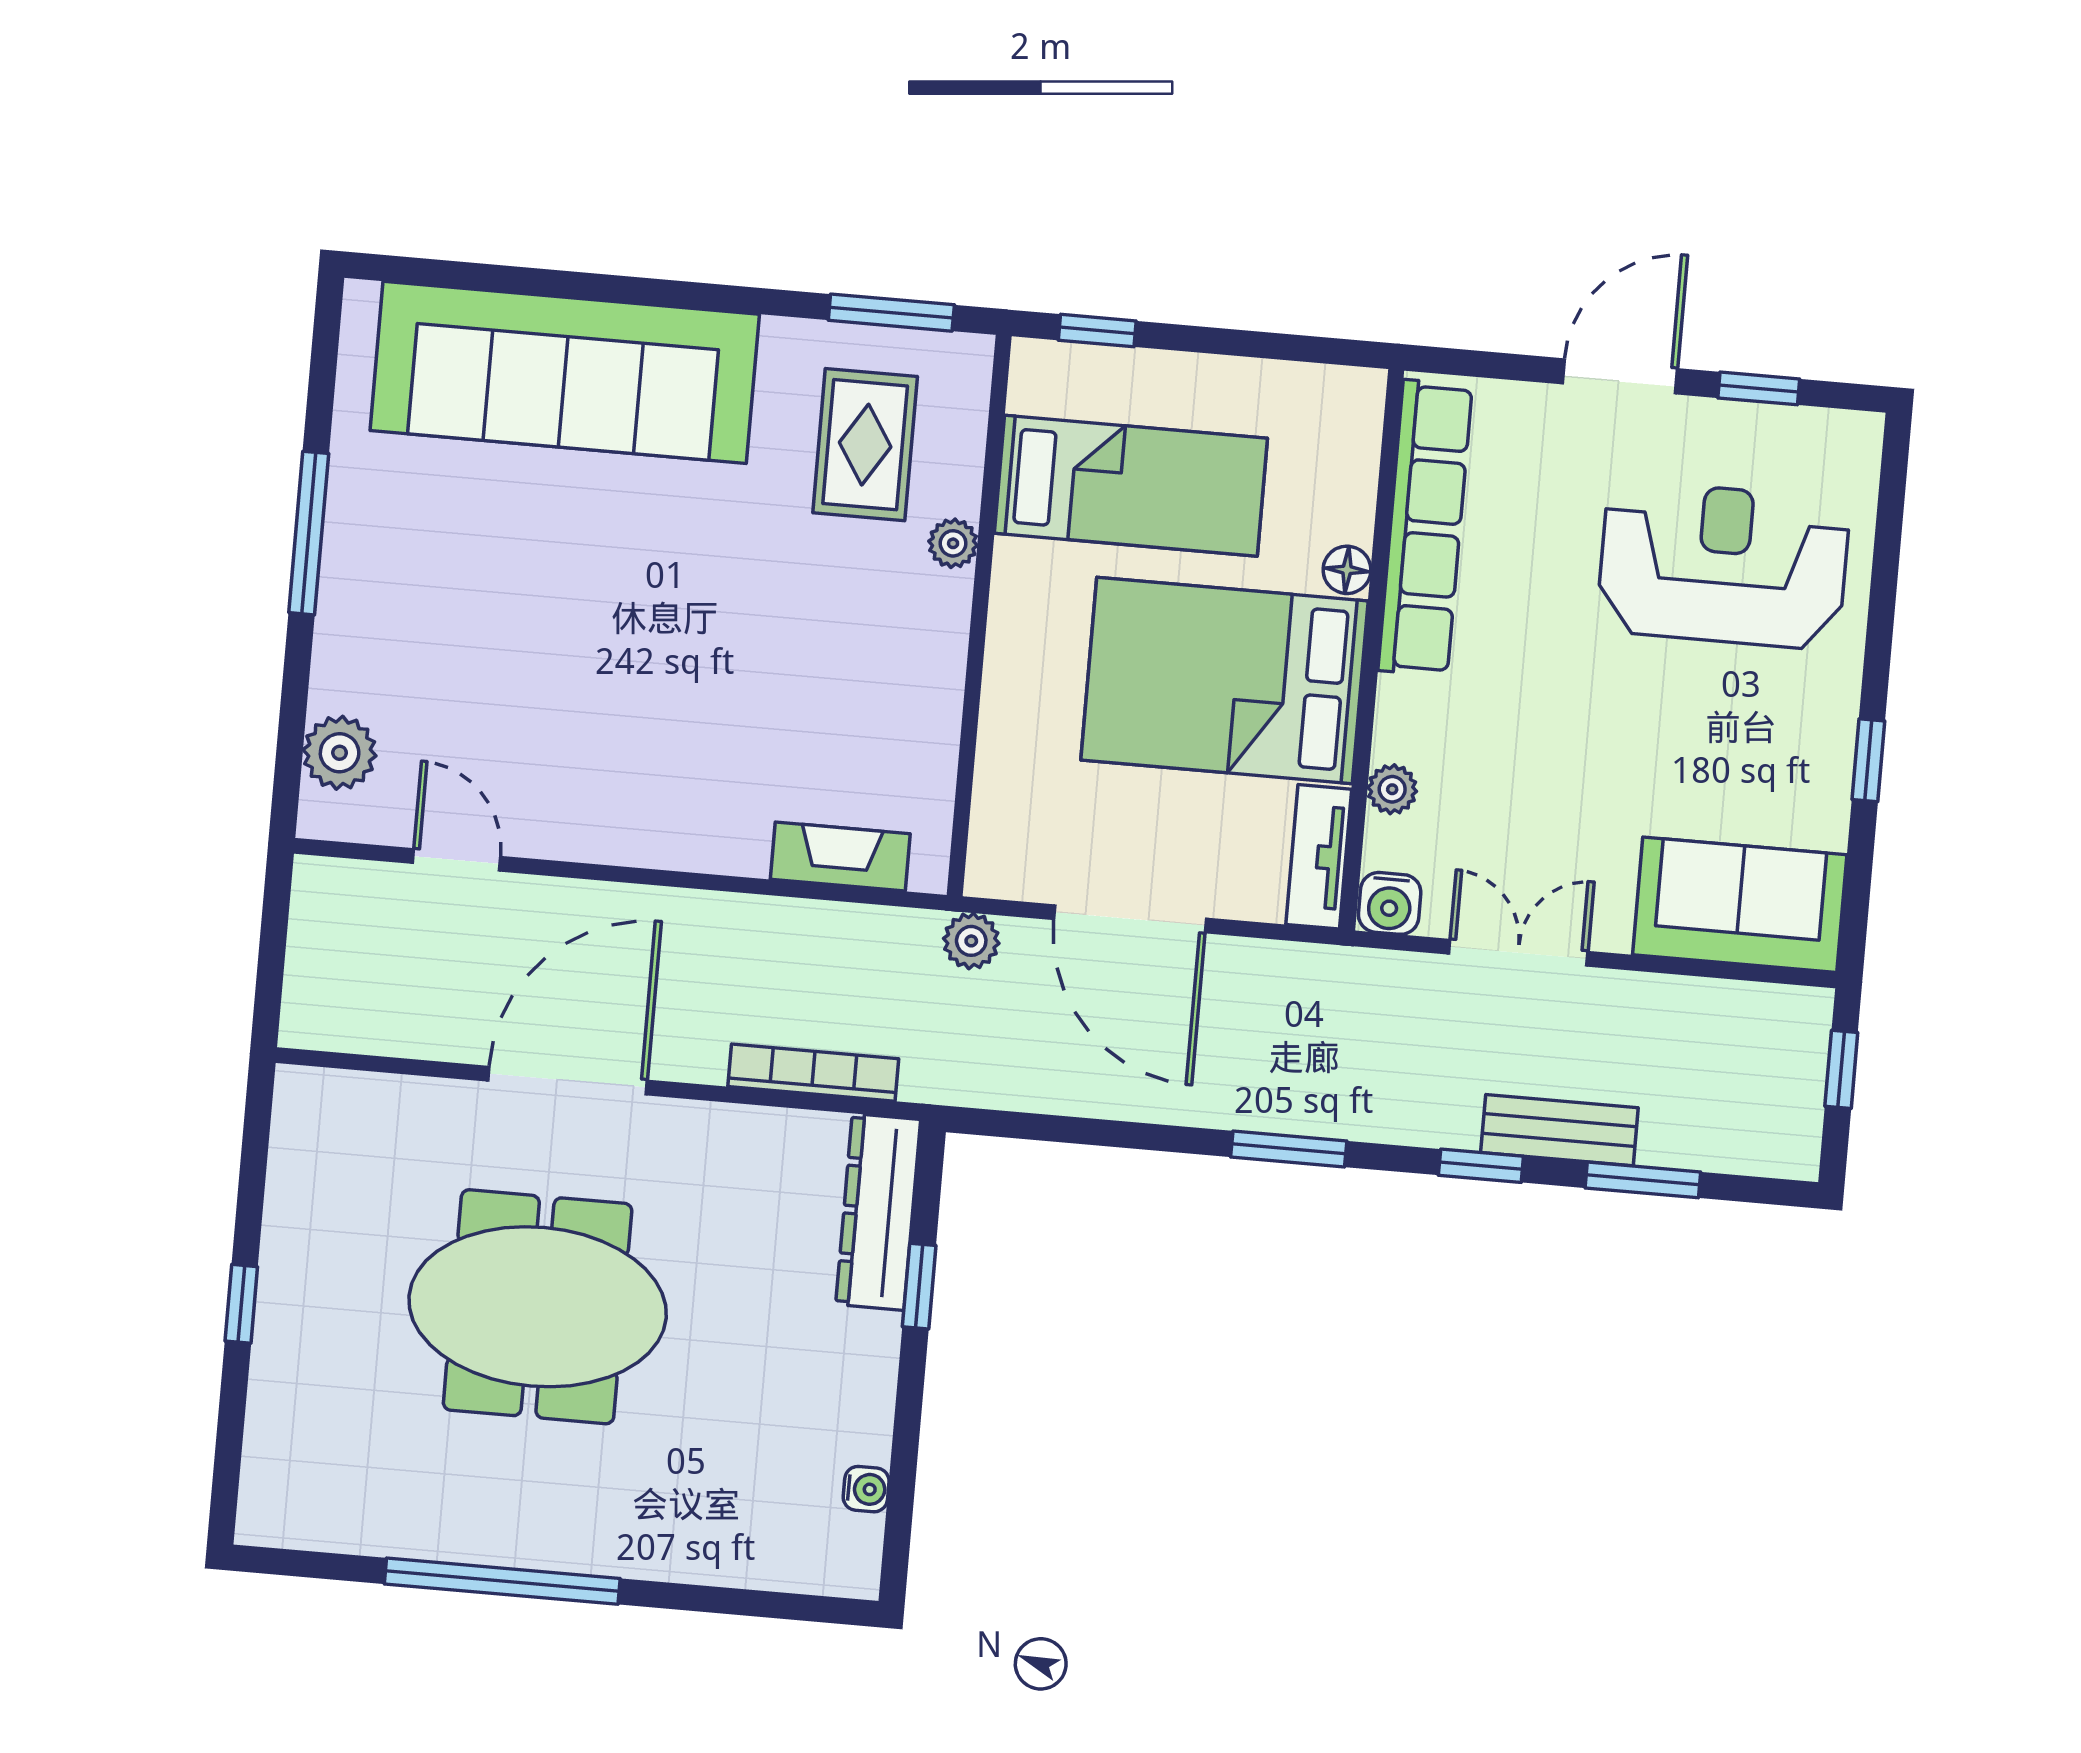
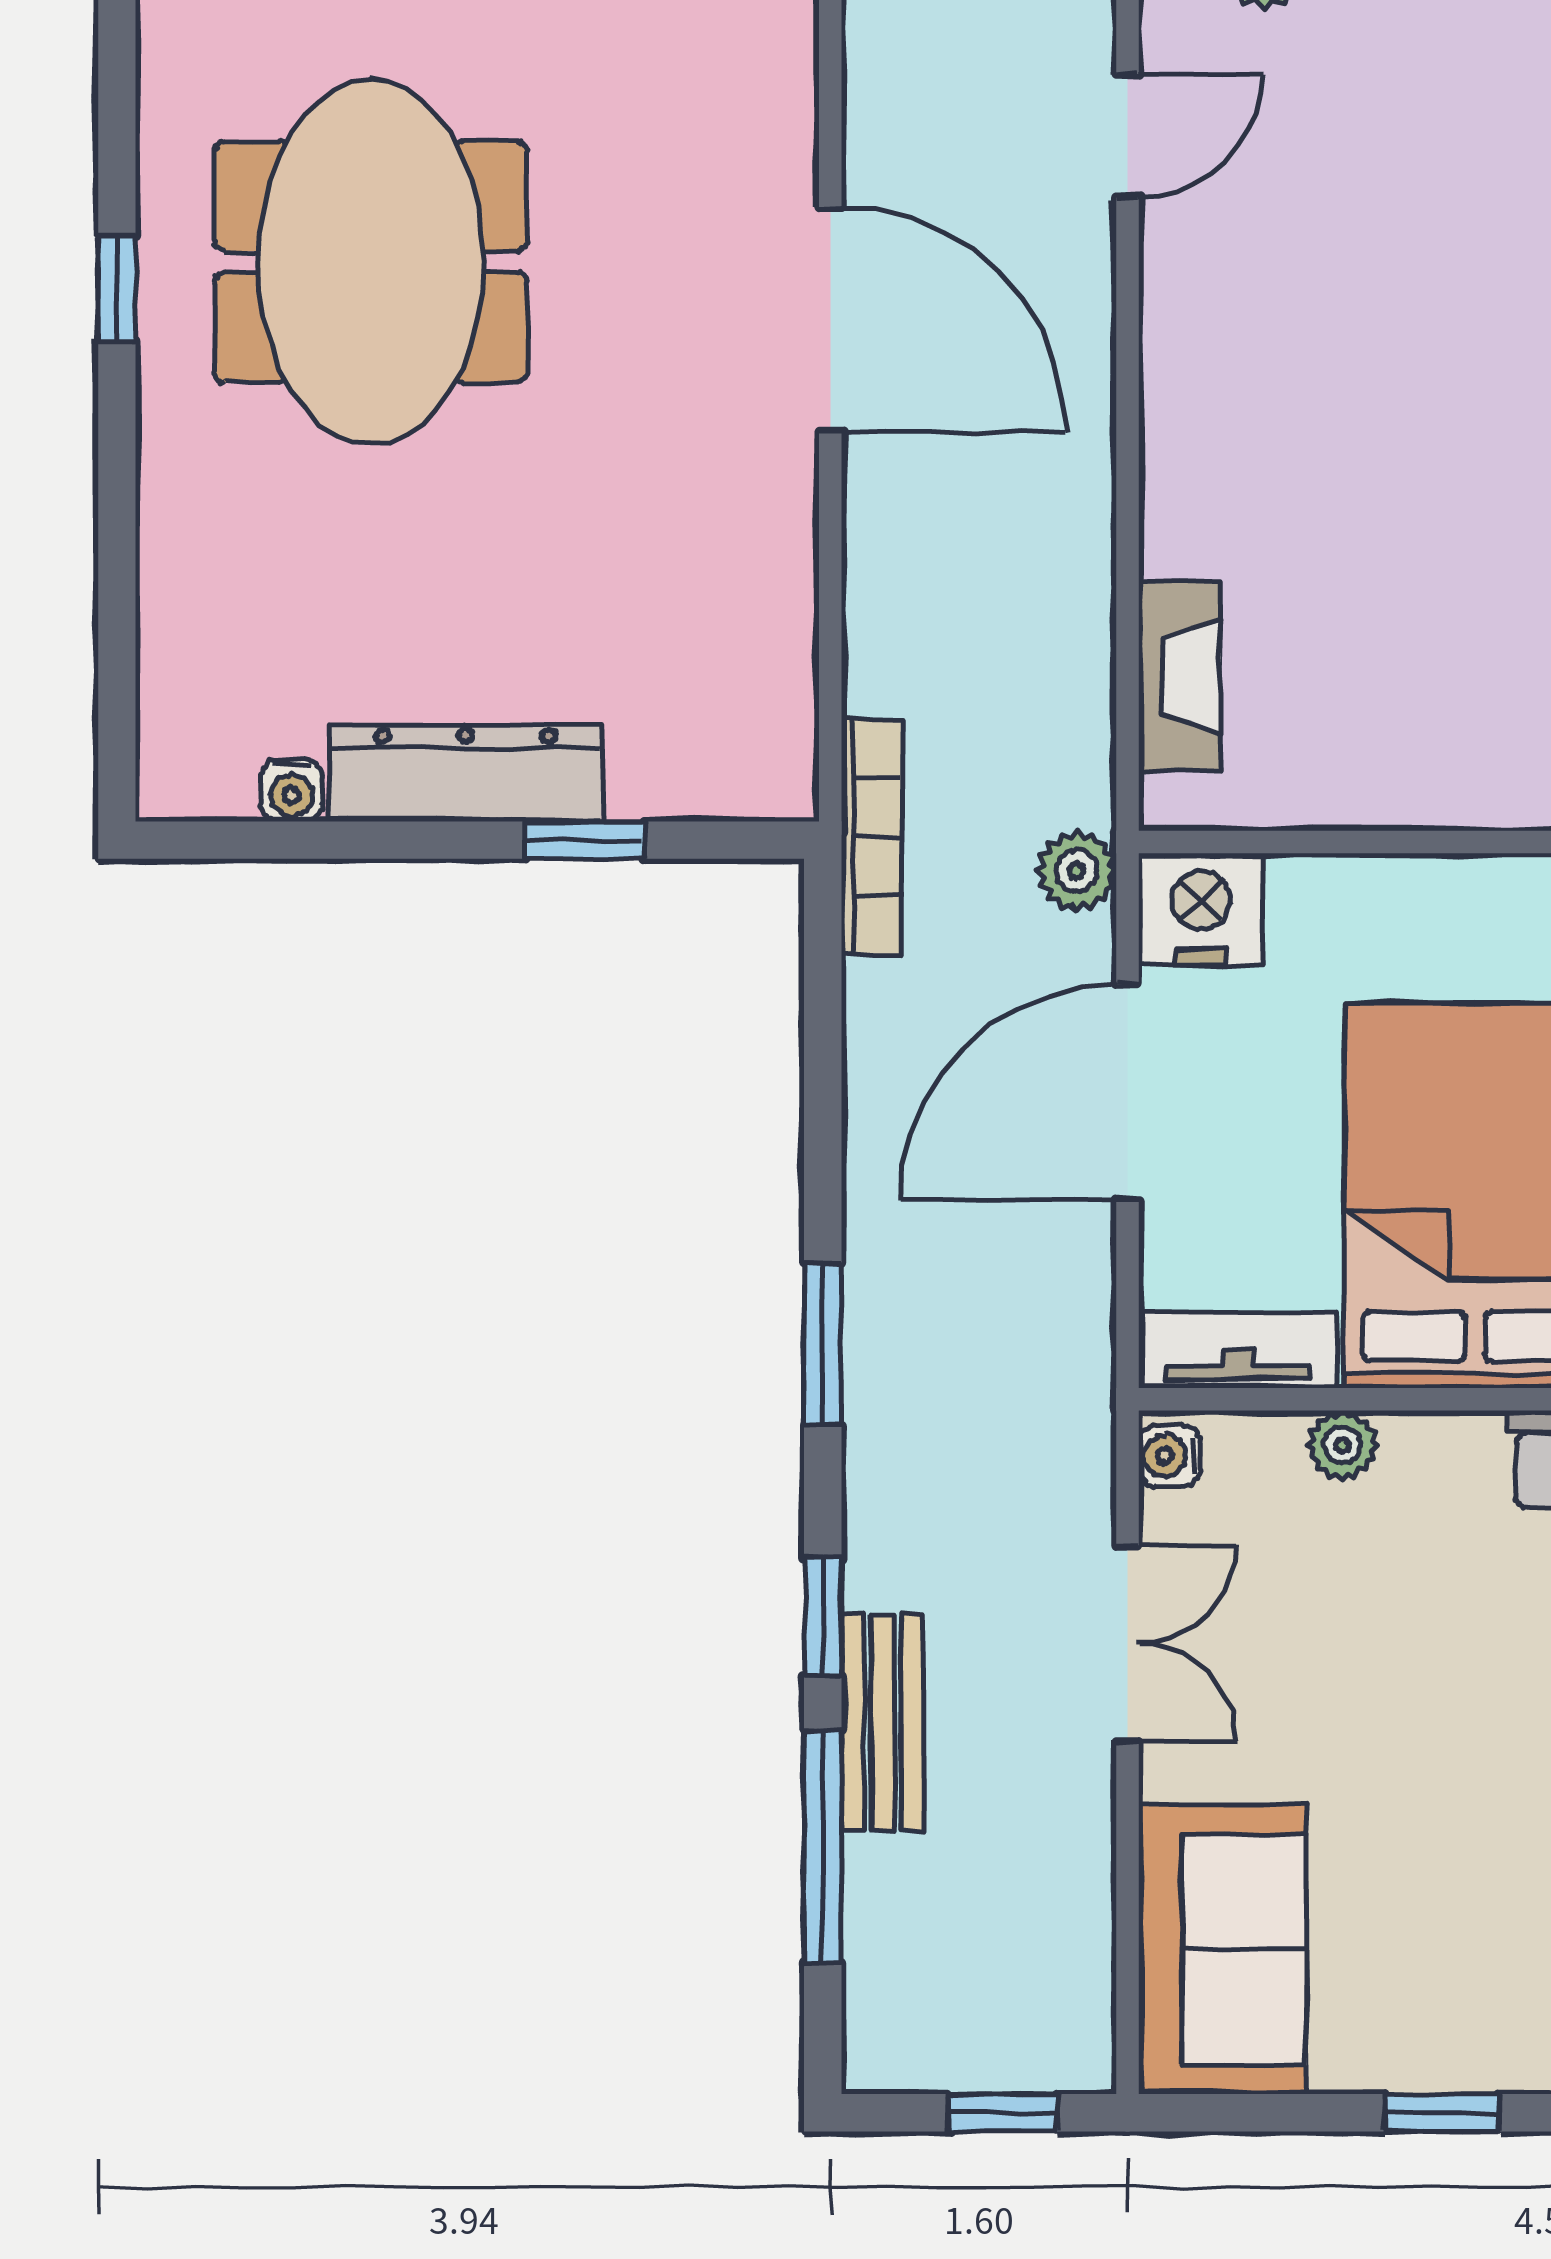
nightstand: (1006, 856) -> (1201, 909), added
water cooler: (1390, 903) -> (1169, 1456), width x0.72, depth x0.72
bookcase: (813, 1073) -> (872, 837), moved
window: (1643, 1180) -> (823, 1847), width x1.44
dresser: (878, 1212) -> (466, 773), moved
meeting table: (538, 1307) -> (371, 262), moved
window: (502, 1581) -> (117, 289), width x0.32

